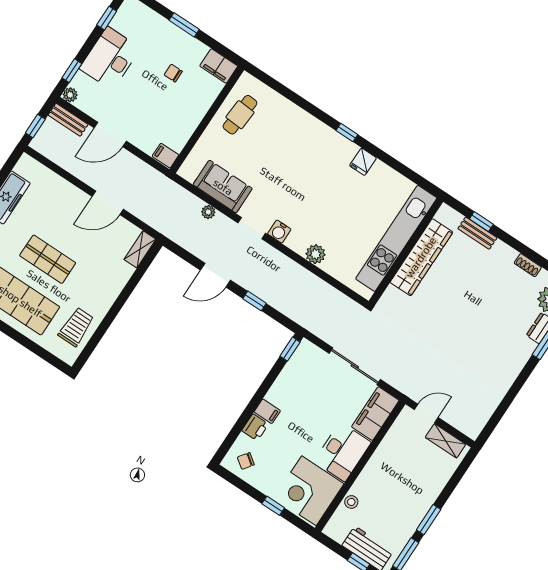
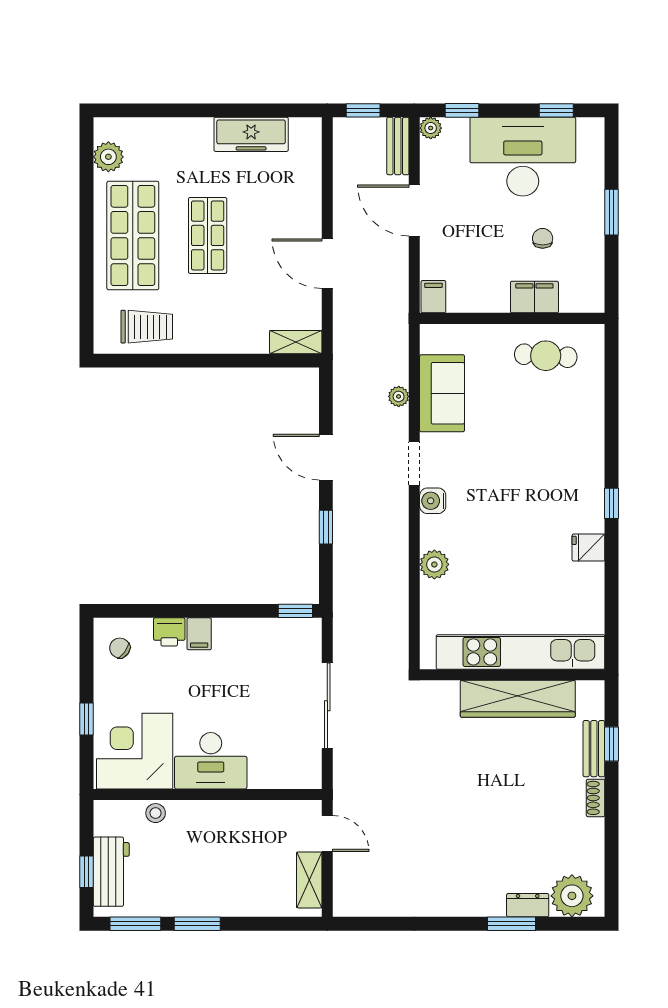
desk: (110, 58) -> (523, 157), width x1.36, depth x1.30
filing cabinet: (219, 66) -> (534, 297), moved, turned 90
shoe rack: (528, 265) -> (596, 798), moved
filing cabinet: (375, 414) -> (285, 770), removed

